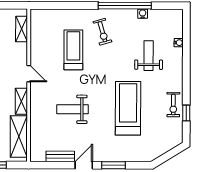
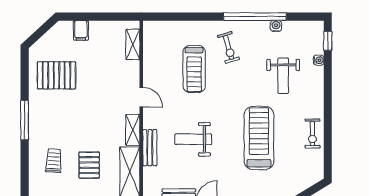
treadmill: (73, 50) -> (194, 69), turned 180
weight bench: (149, 56) -> (283, 76), turned 180
window: (186, 113) -> (328, 41), moved
bench: (36, 116) -> (150, 148), added

